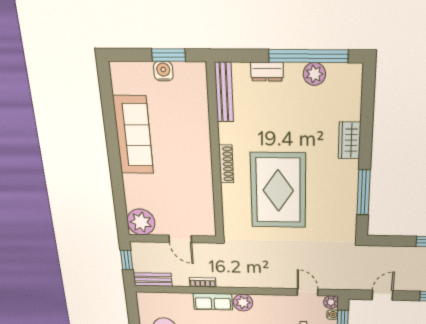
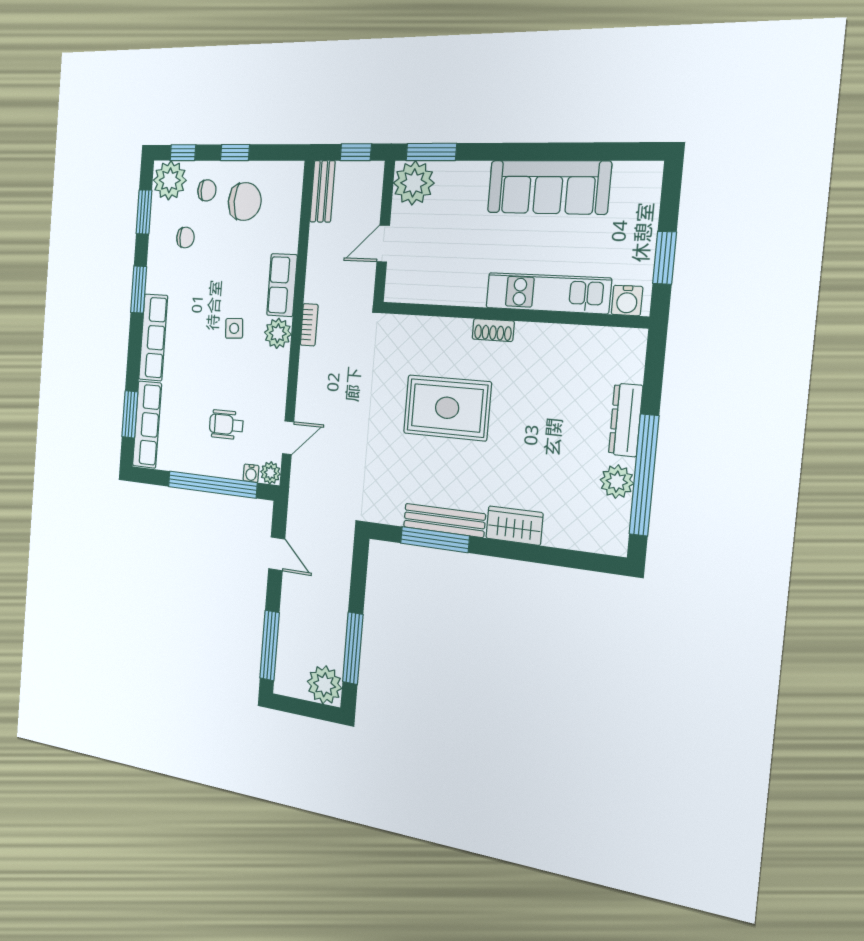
water cooler: (163, 71) -> (627, 300), moved, turned 90
dresser: (267, 72) -> (626, 420), width x1.44
bench: (224, 92) -> (444, 520), moved
kitchen unit: (199, 130) -> (548, 293), added
shoe rack: (226, 164) -> (493, 330), width x0.70
rug: (278, 190) -> (447, 408), width x0.73, depth x0.69
window: (121, 212) -> (431, 152), added
bookcase: (203, 282) -> (309, 325), moved

